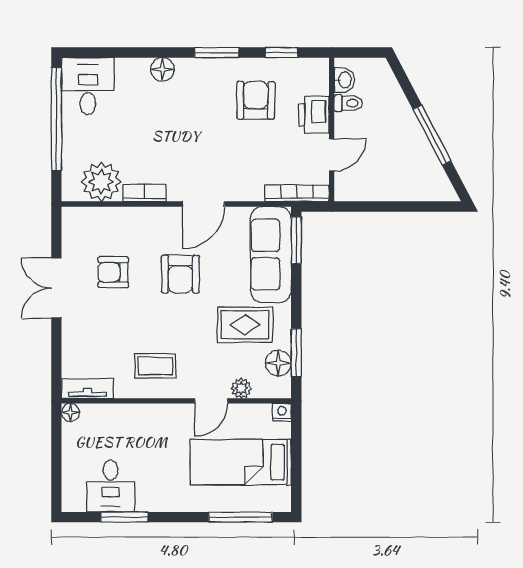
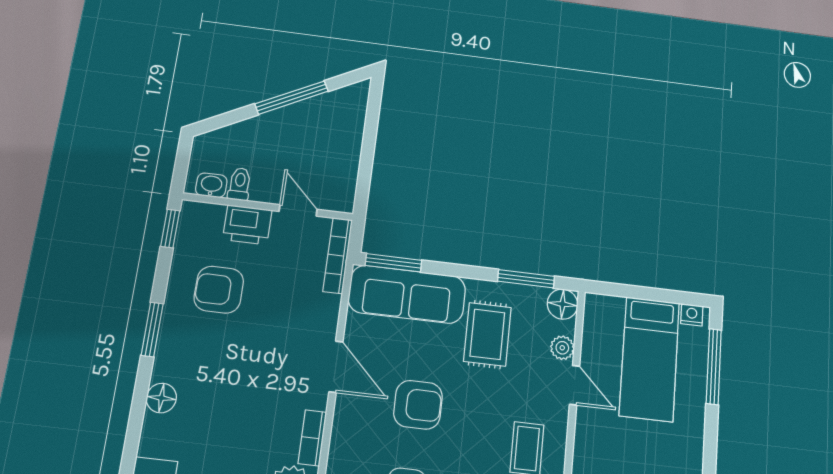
window: (282, 52) -> (170, 229), moved
floor lamp: (278, 363) -> (563, 304), moved
nightstand: (282, 412) -> (692, 315), moved, turned 90

